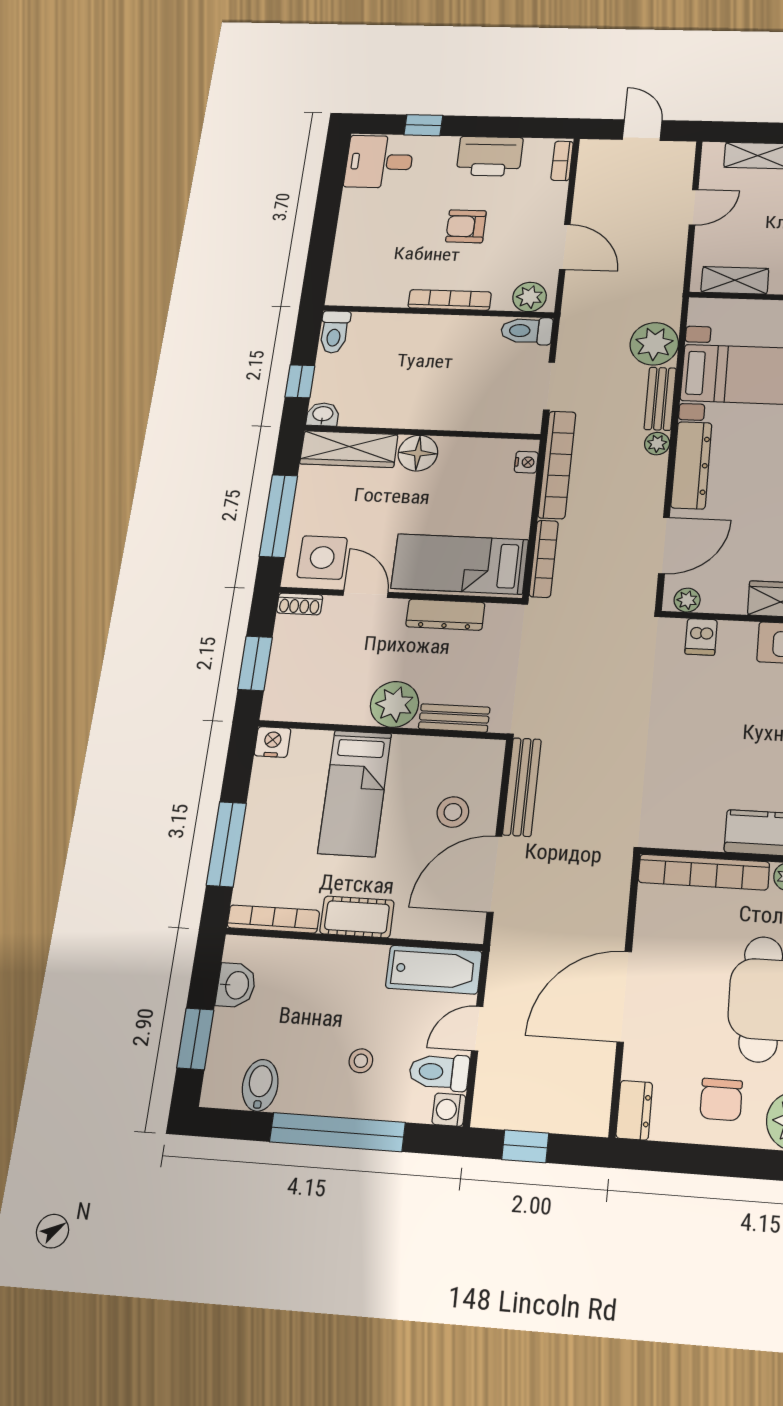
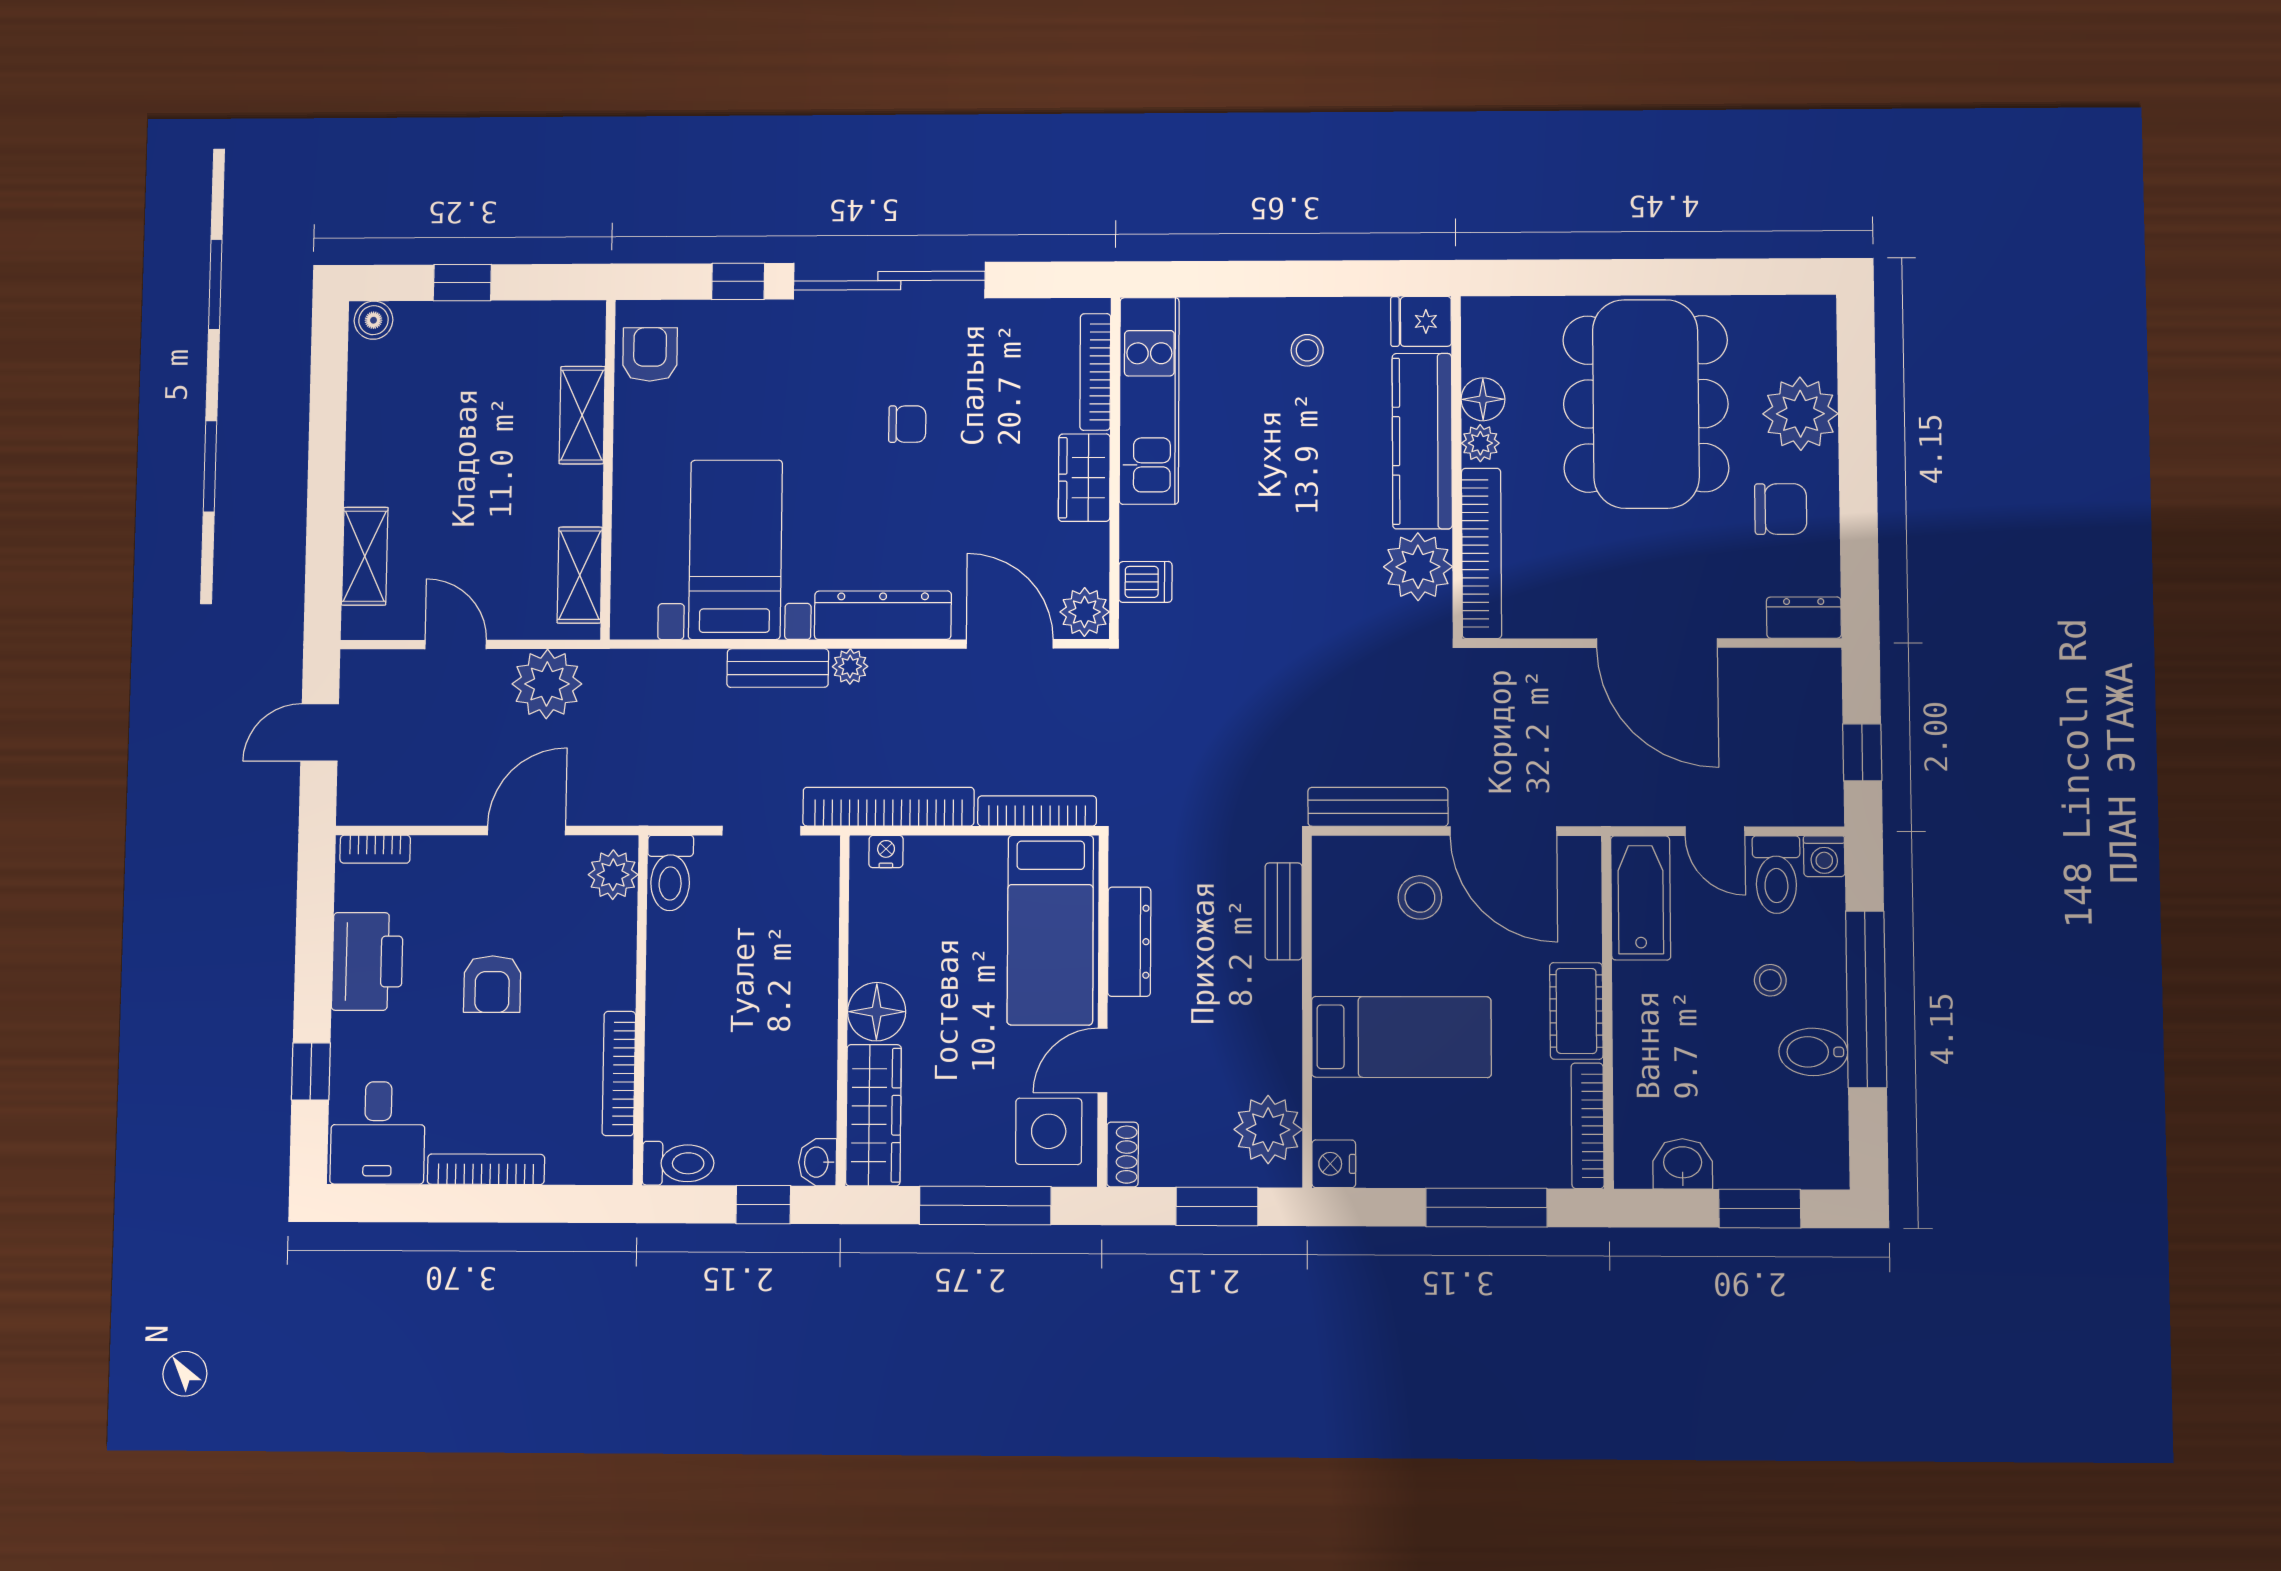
bookcase: (347, 222) -> (486, 1169), added
bookcase: (450, 300) -> (619, 1073), moved
plant: (654, 344) -> (547, 684), moved
plant: (687, 600) -> (1085, 612), width x1.38, depth x1.38
plant: (394, 704) -> (1268, 1130), moved
plant: (697, 826) -> (1418, 567), added
bidet: (260, 1085) -> (1813, 1052), moved

